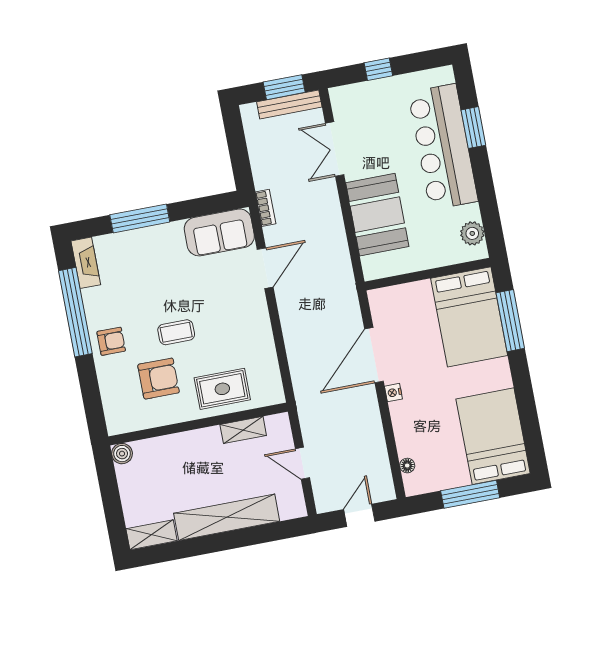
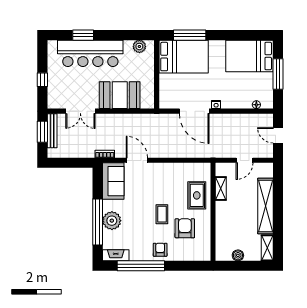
window: (140, 218) -> (98, 222), width x1.46
plant: (147, 244) -> (112, 221), added
boiler: (122, 454) -> (238, 255), moved

